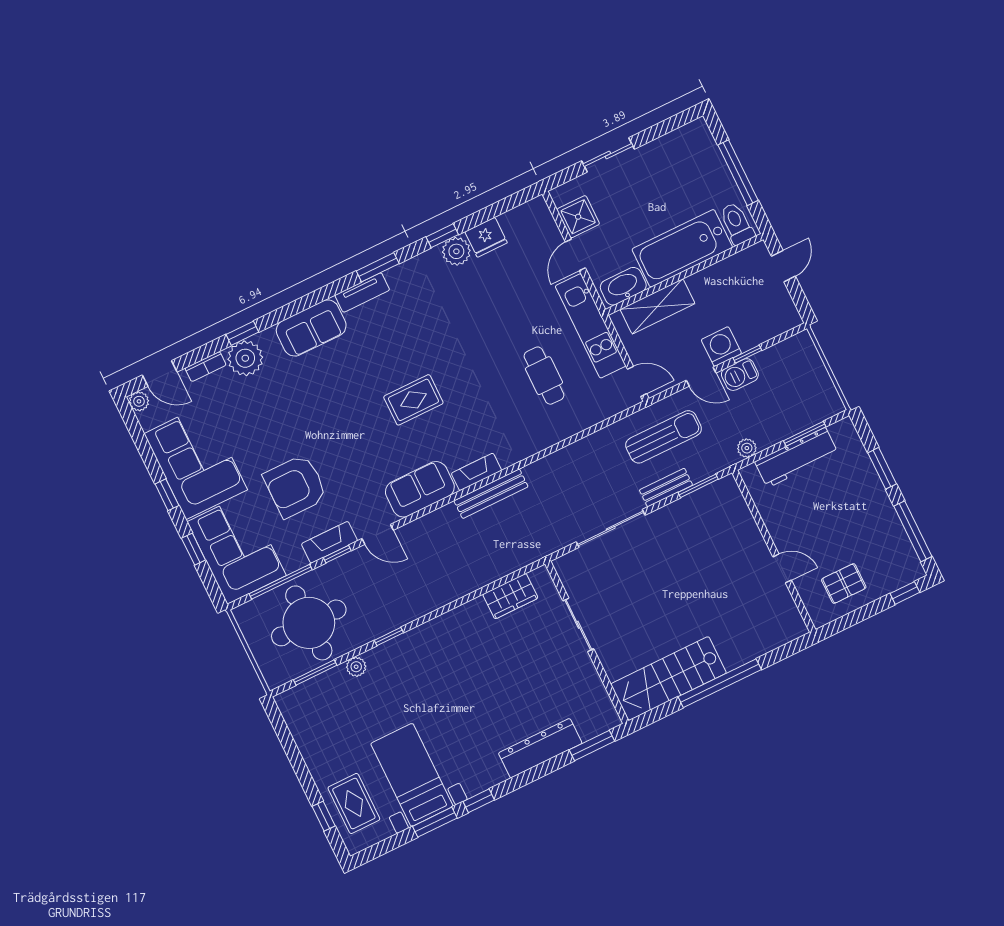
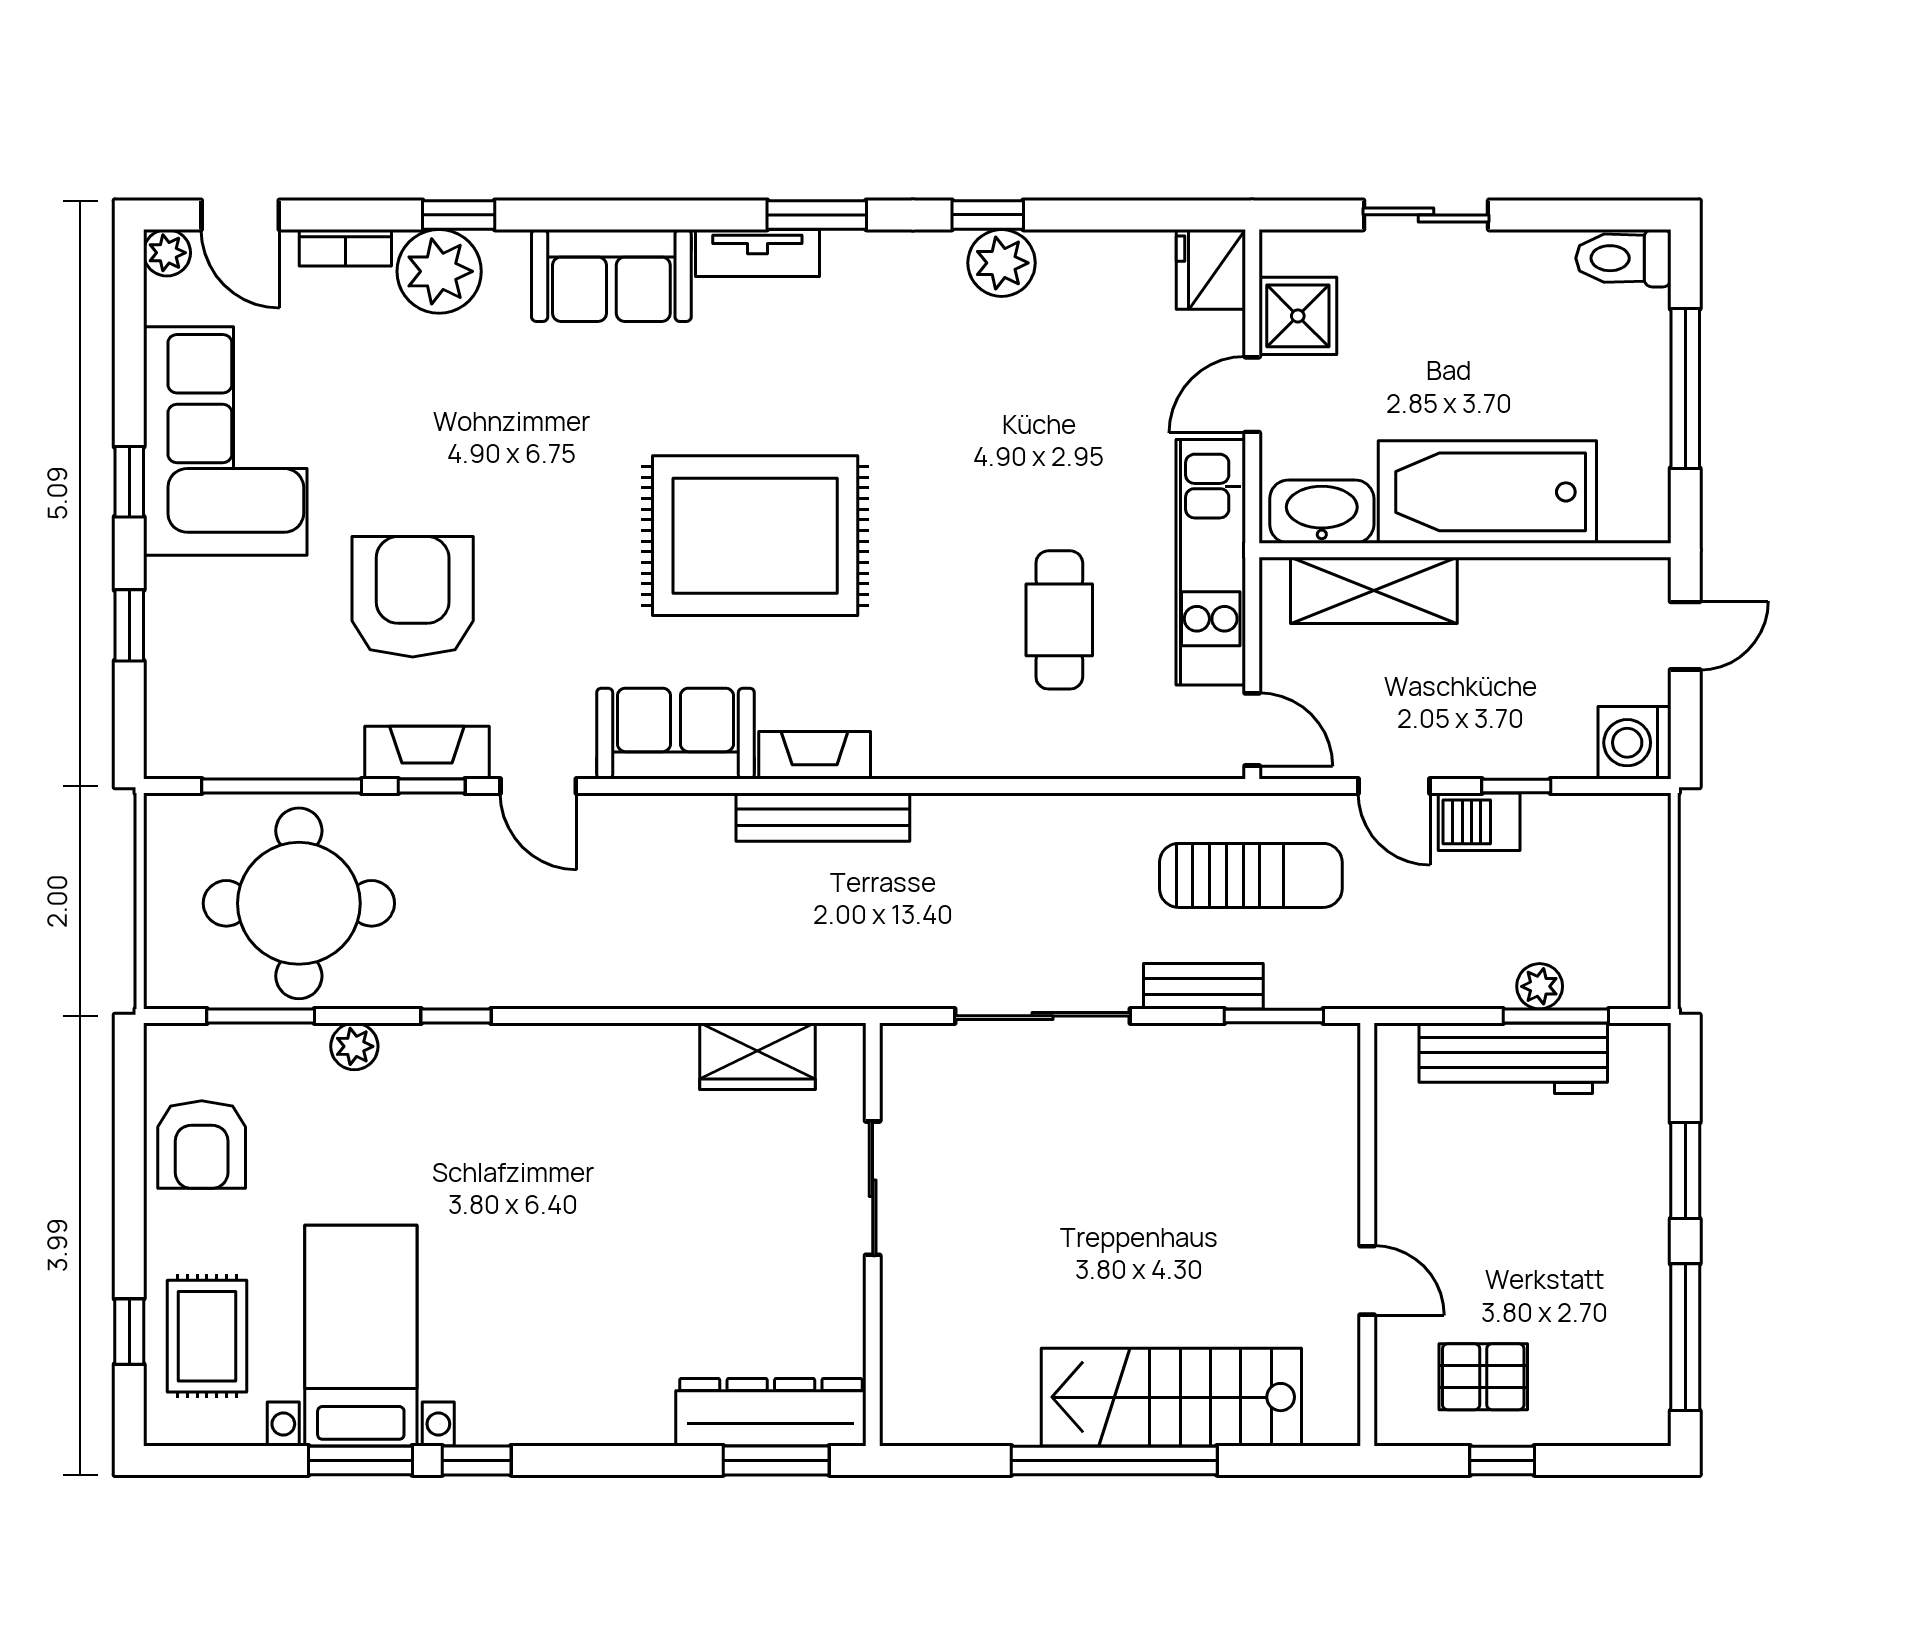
toilet: (737, 224) -> (1623, 258), moved, turned -90
fridge: (486, 237) -> (1211, 269), moved, turned 90
washing machine: (721, 347) -> (1634, 743), moved, turned -90
rug: (413, 400) -> (755, 536), width x1.86, depth x2.06
plant: (747, 448) -> (1540, 986), moved
armchair: (295, 486) -> (413, 597), turned 90
corner sofa: (237, 549) -> (222, 669), removed
window: (905, 593) -> (1502, 1460), moved
stairs: (668, 679) -> (1171, 1397), moved
armchair: (317, 732) -> (202, 1145), added
dresser: (540, 748) -> (771, 1412), moved

